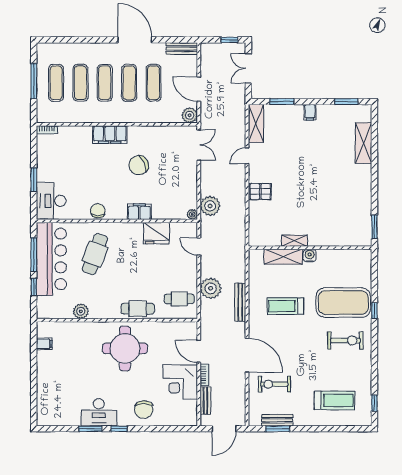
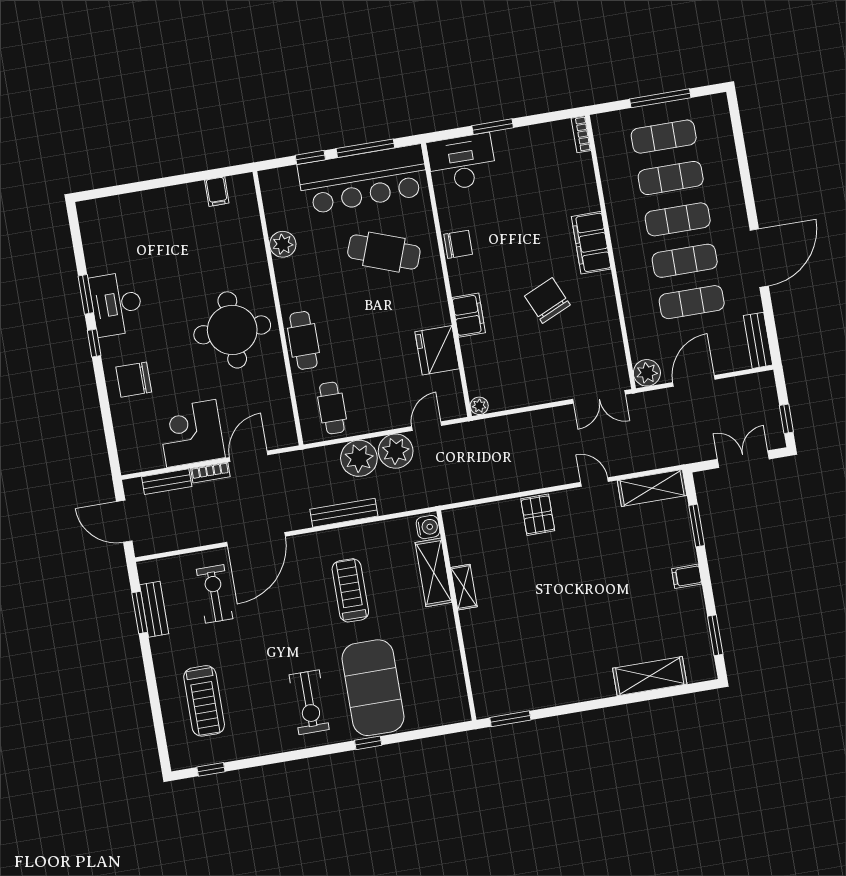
plant: (210, 206) -> (396, 451), moved
water cooler: (310, 256) -> (428, 527), moved

